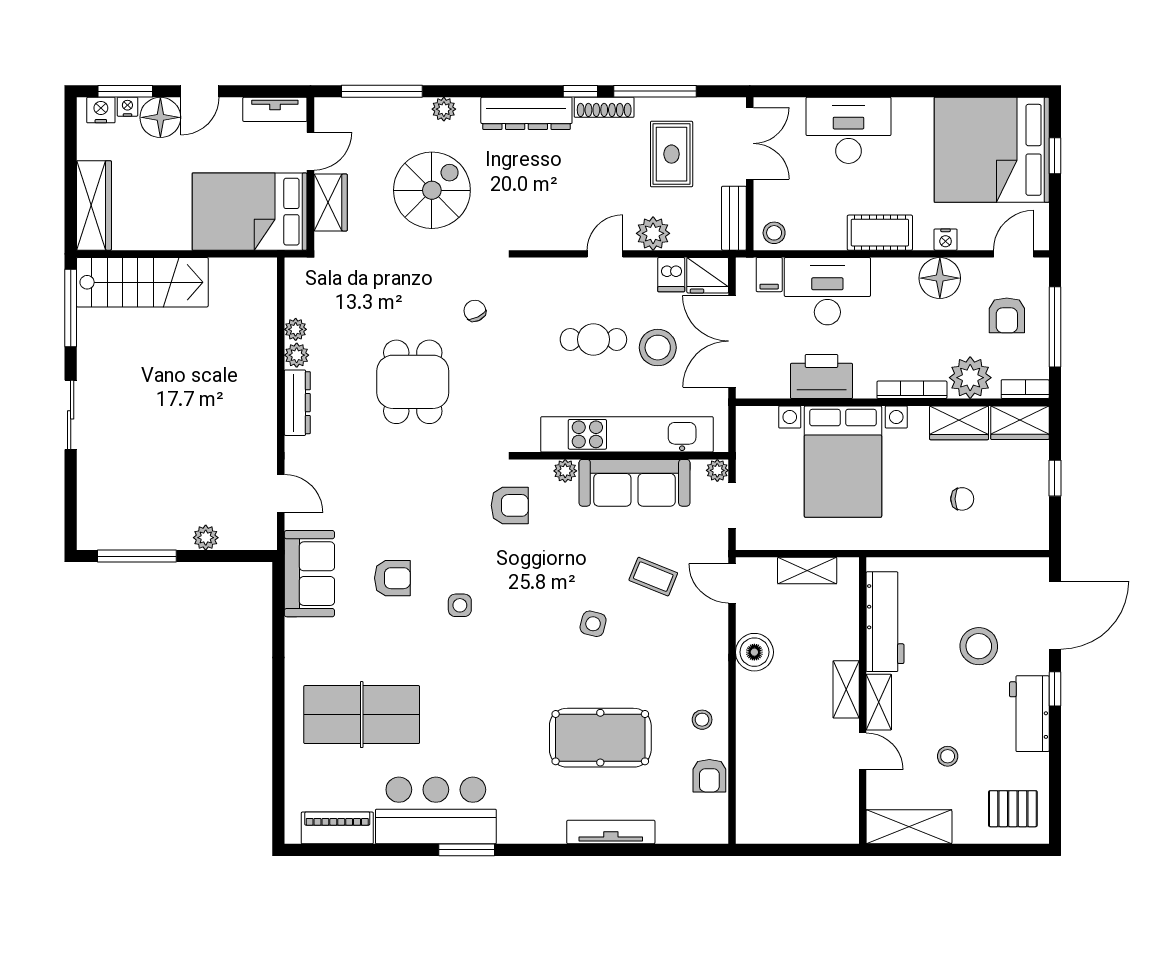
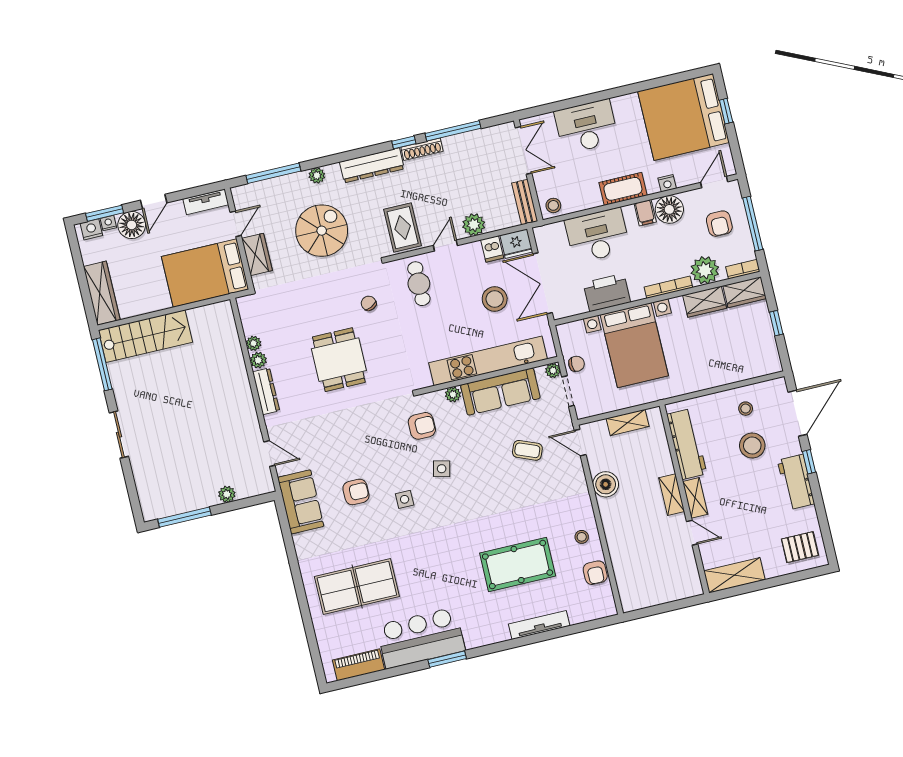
rug: (672, 154) -> (403, 228), moved
filing cabinet: (769, 275) -> (645, 213), moved
cafe table: (593, 339) -> (419, 284), moved, turned 90
chair: (962, 499) -> (576, 364), moved
side table: (593, 624) -> (442, 469), moved
stool: (948, 756) -> (746, 409), moved

